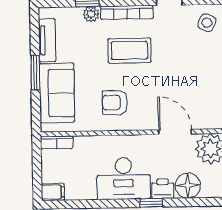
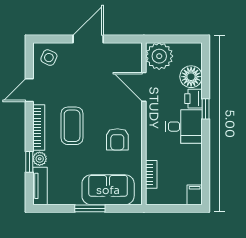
tv unit: (47, 40) -> (40, 186), moved, turned 90
door: (175, 132) -> (144, 87), hinge flipped
bookcase: (57, 142) -> (151, 174), moved
desk: (124, 179) -> (184, 127), width x0.73

